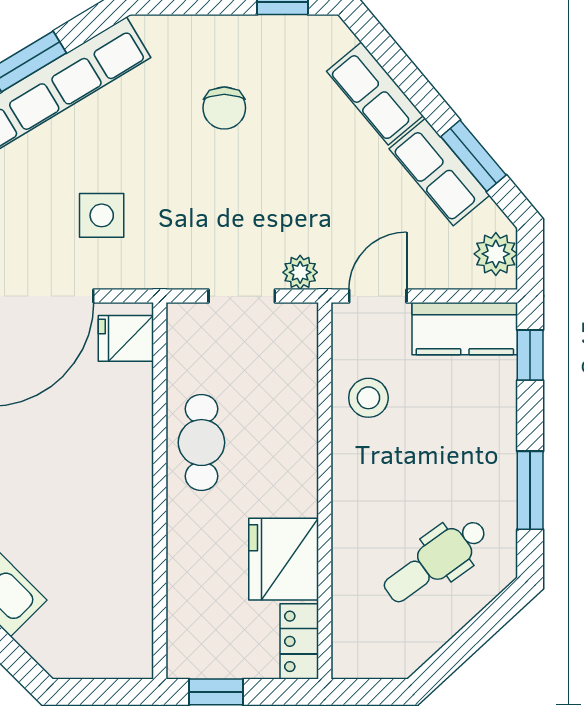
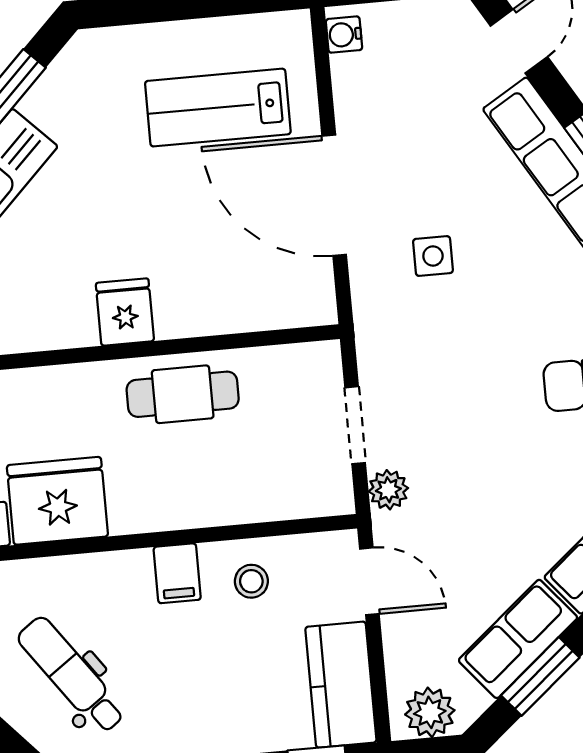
side table: (102, 215) -> (433, 256), width x0.73, depth x0.73
fridge: (126, 338) -> (125, 312), moved
stool: (368, 398) -> (251, 581), width x0.73, depth x0.73
filing cabinet: (356, 461) -> (177, 573), added

